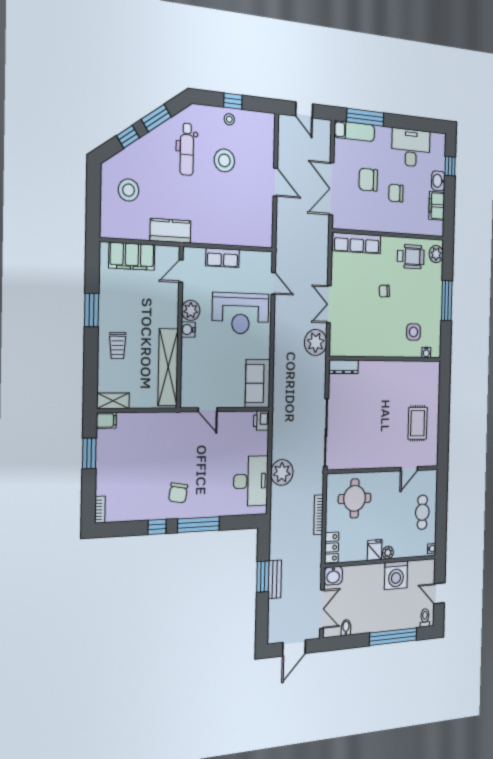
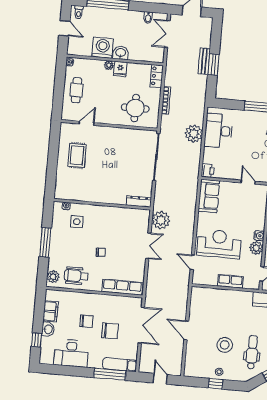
washbasin: (333, 576) -> (121, 53), moved

